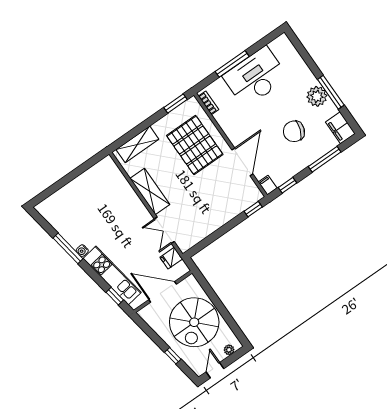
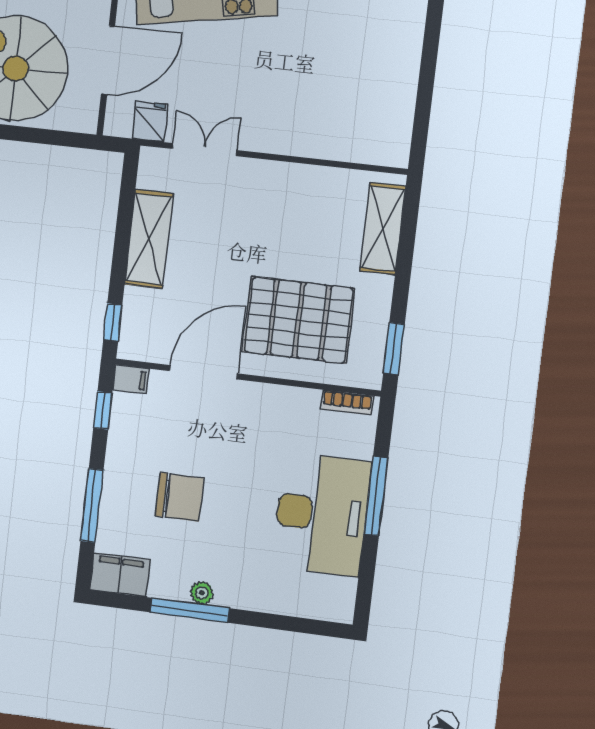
plant: (317, 96) -> (202, 593), width x0.53, depth x0.53
chair: (294, 131) -> (179, 497), turned 70
door: (242, 162) -> (203, 372), swing flipped
shelving: (150, 191) -> (149, 239), moved, turned 90

